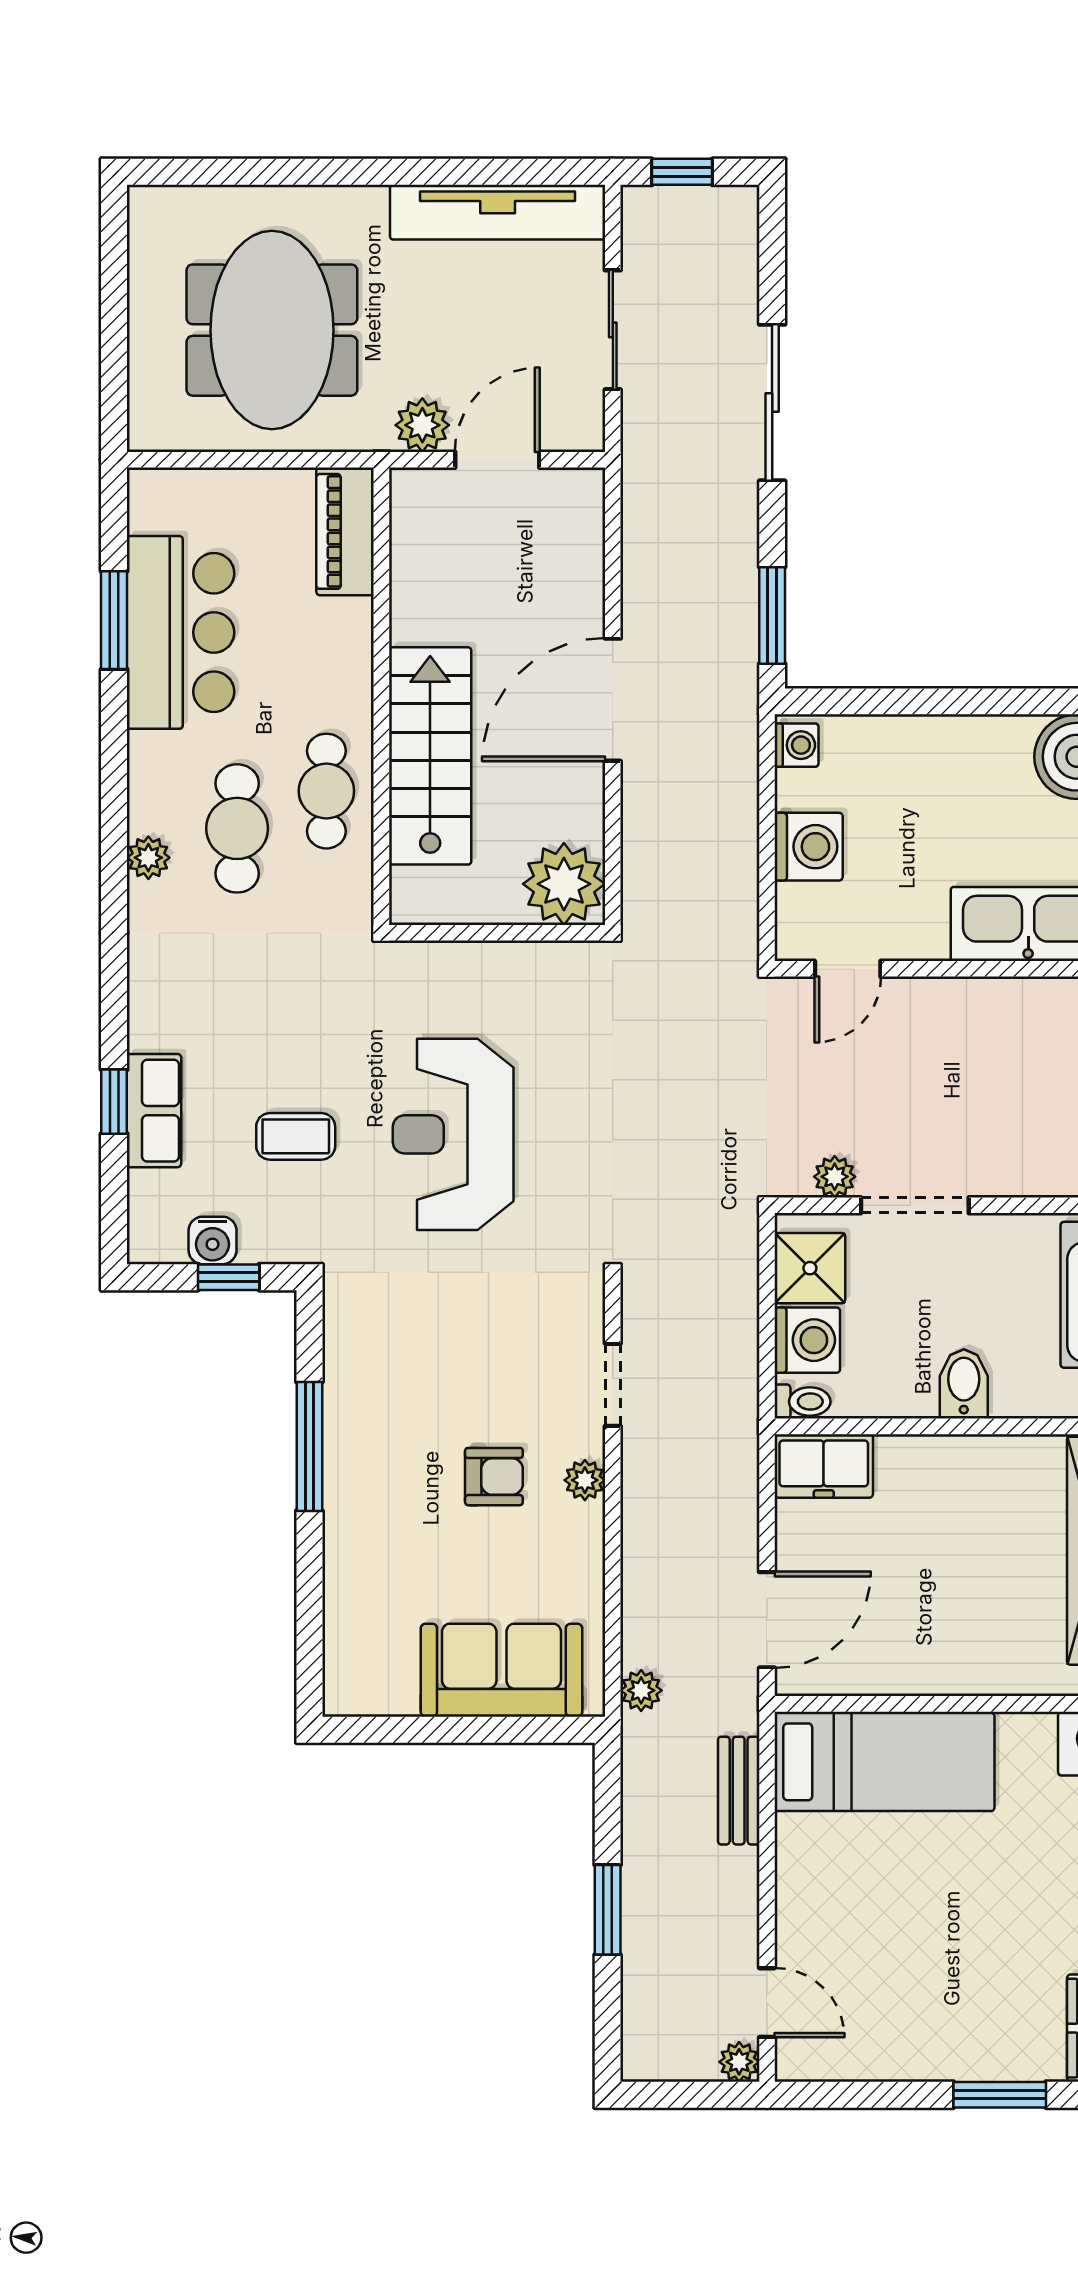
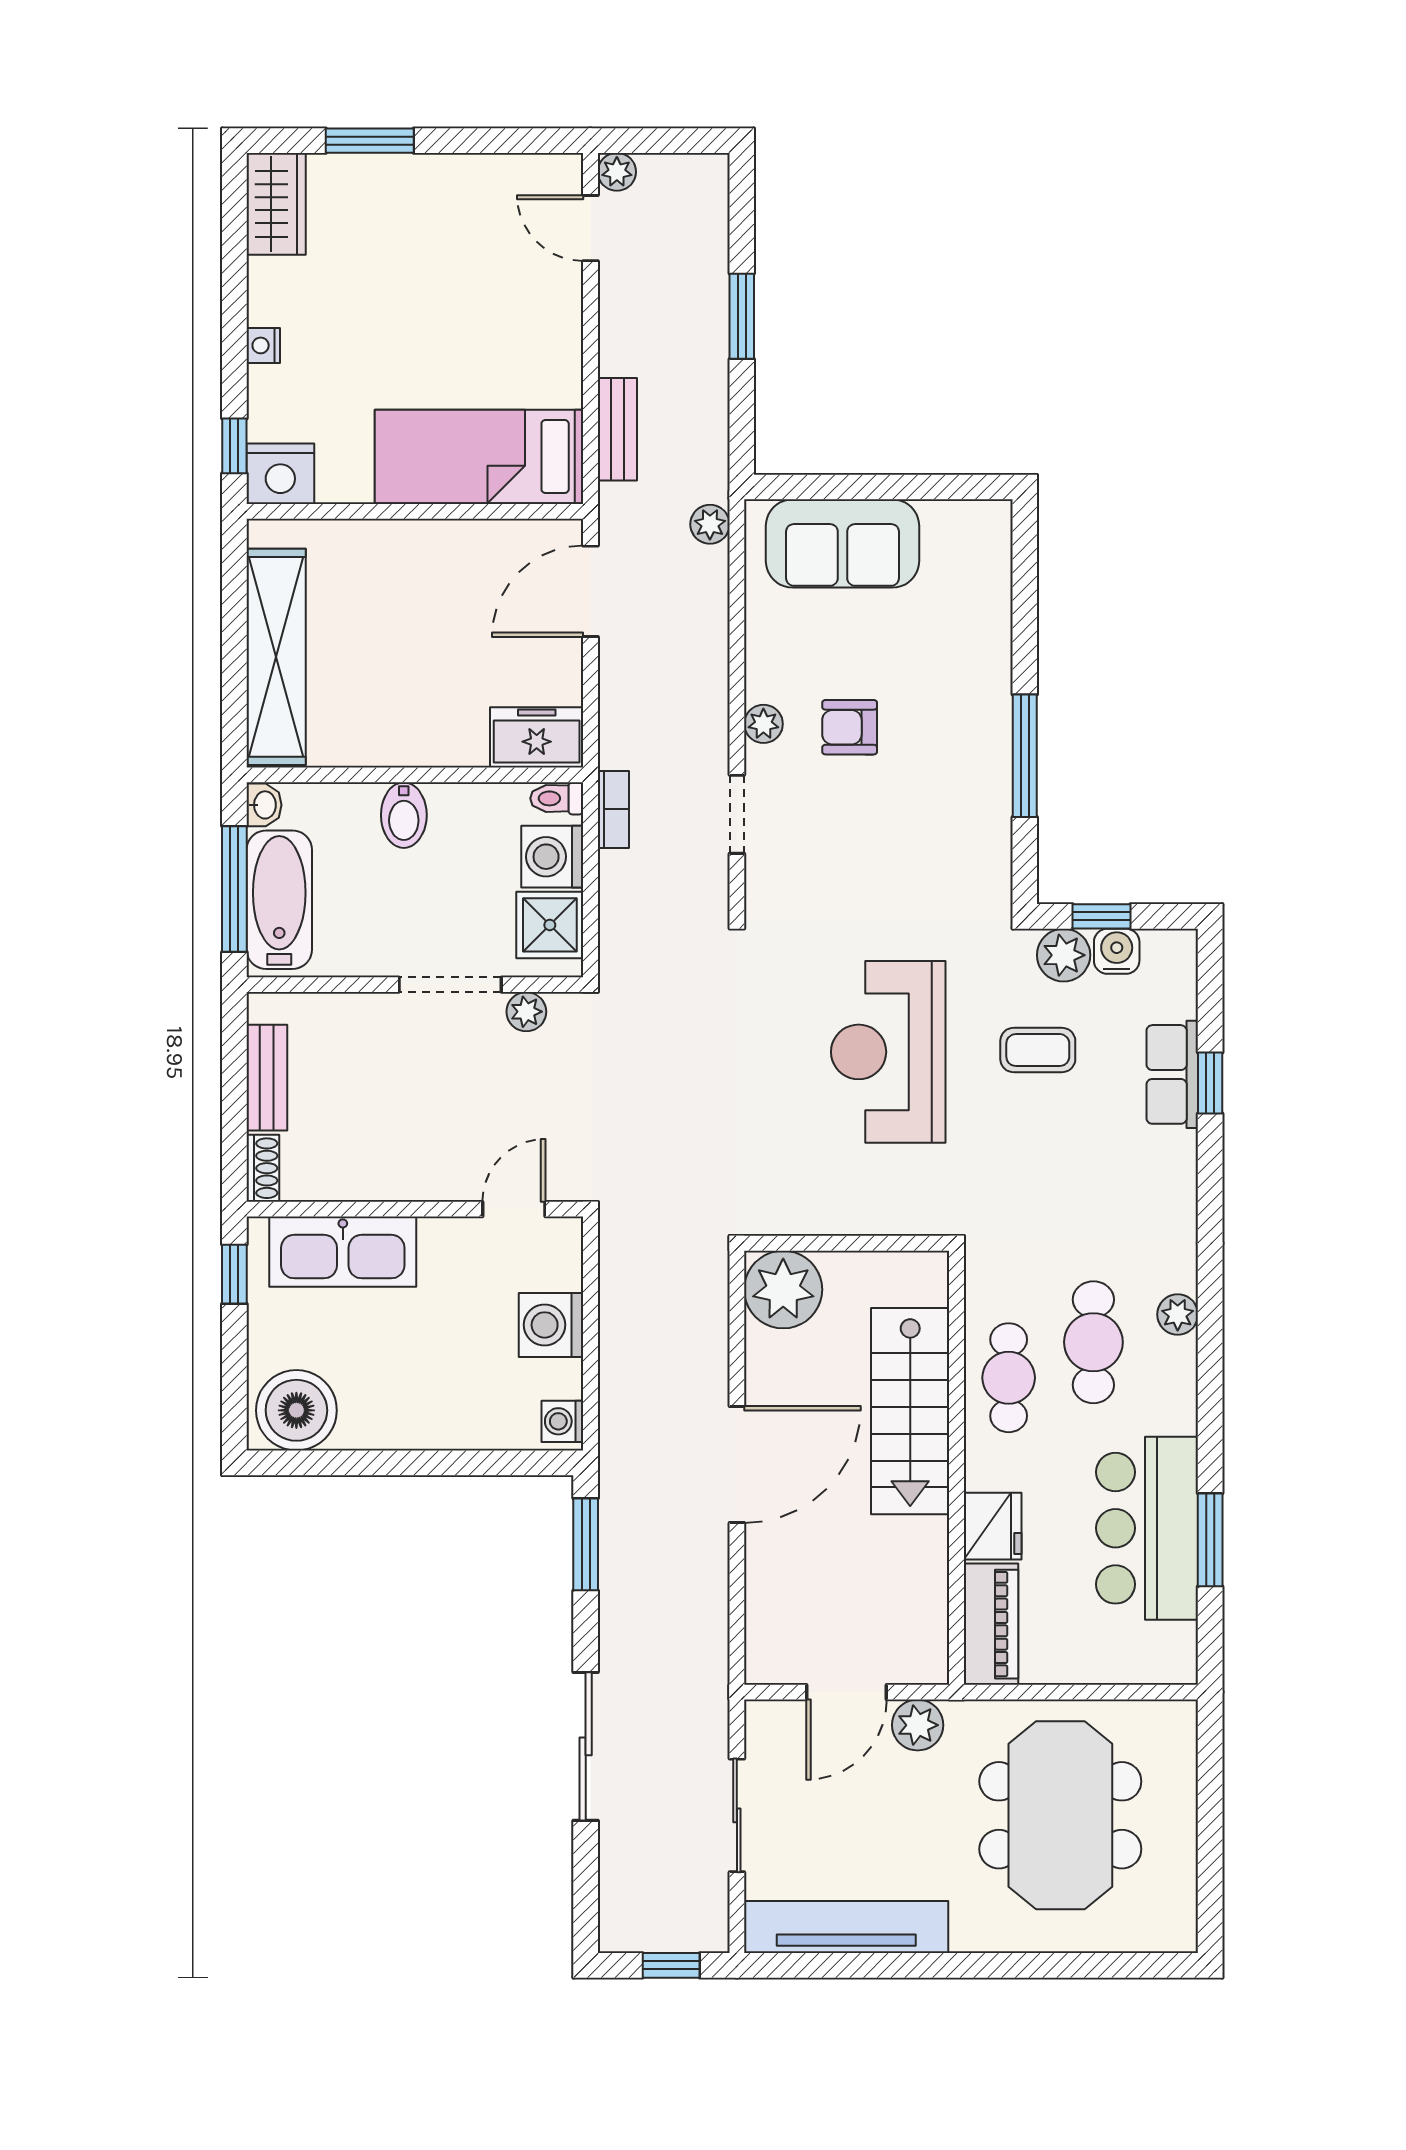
fridge: (343, 635) -> (993, 1526), added
reception desk: (453, 1134) -> (888, 1052), turned 180
plant: (268, 1236) -> (1064, 955), added
bookcase: (743, 1390) -> (613, 809), added

